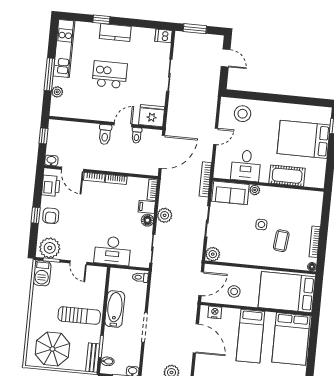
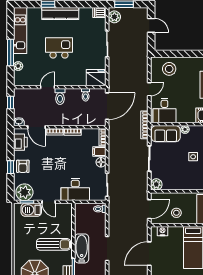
kitchen counter: (115, 32) -> (60, 14), width x1.50
door: (123, 125) -> (47, 87), moved
desk: (246, 166) -> (164, 110), moved
plant: (165, 215) -> (114, 17), moved
barbecue: (42, 273) -> (31, 210), moved, turned 90
bathtub: (115, 309) -> (82, 248), moved
door: (196, 338) -> (149, 254), swing flipped

